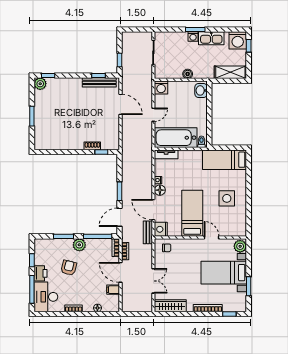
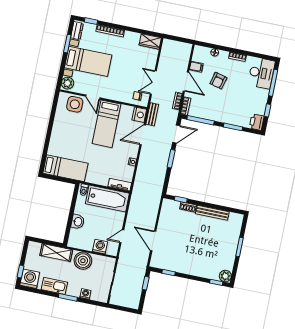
washing machine: (193, 37) -> (85, 294), moved
shelving: (230, 72) -> (56, 253), moved
boiler: (188, 74) -> (83, 261), width x1.86, depth x1.86
bench: (99, 82) -> (212, 213), moved
washing machine: (161, 88) -> (100, 247), moved
washbasin: (201, 90) -> (78, 222), moved
door: (153, 115) -> (122, 236), moved
floor lamp: (160, 190) -> (133, 152), removed
side table: (227, 198) -> (75, 104), moved
door: (153, 210) -> (143, 135), swing flipped
plant: (79, 245) -> (220, 116), removed
armchair: (69, 268) -> (218, 81), moved
printer: (40, 273) -> (257, 122), moved
double door: (153, 281) -> (153, 82), moved
dresser: (241, 301) -> (77, 31), added
wardrobe: (170, 306) -> (150, 41), width x0.67

